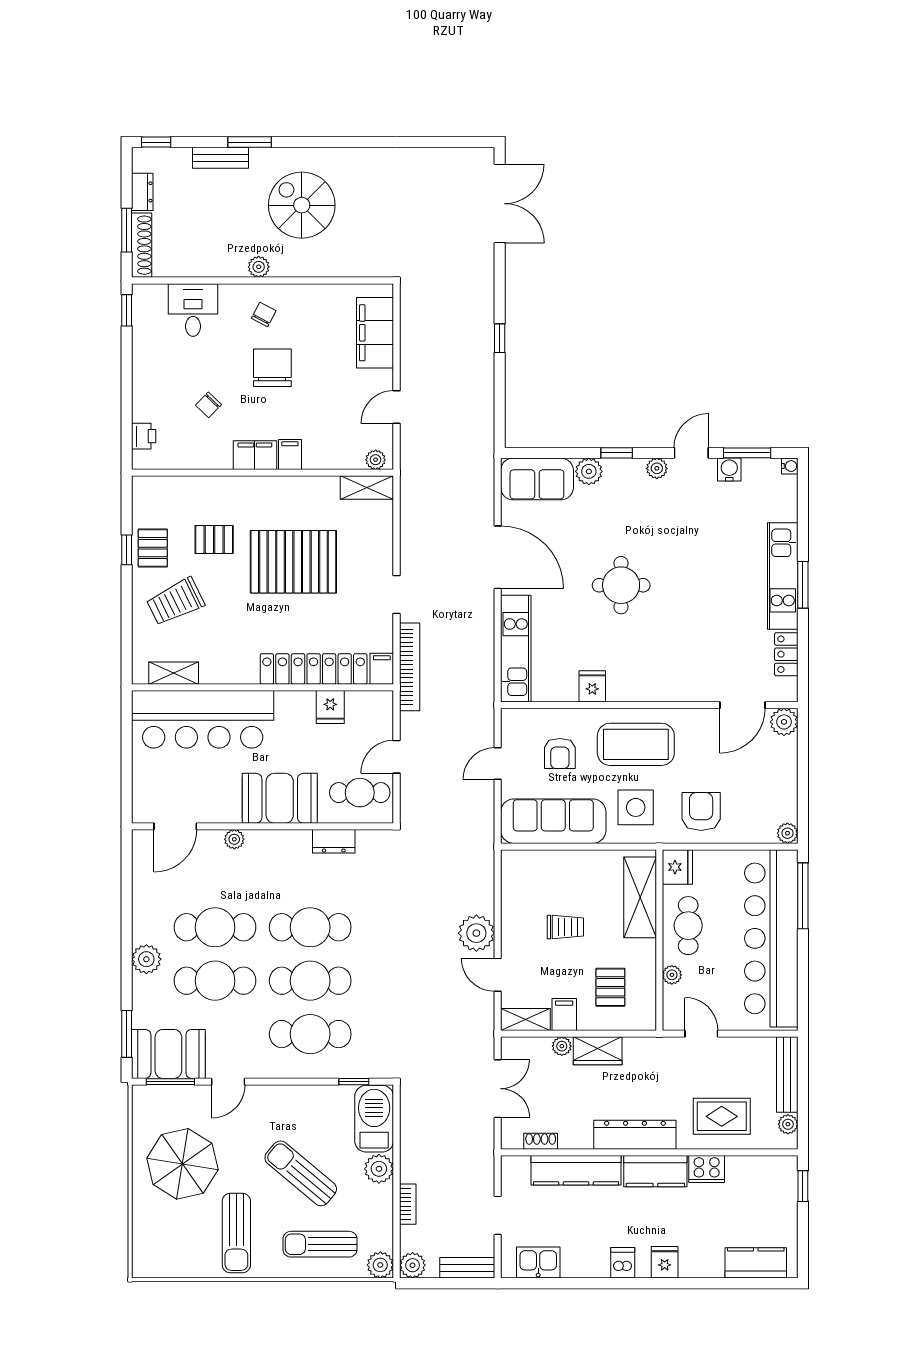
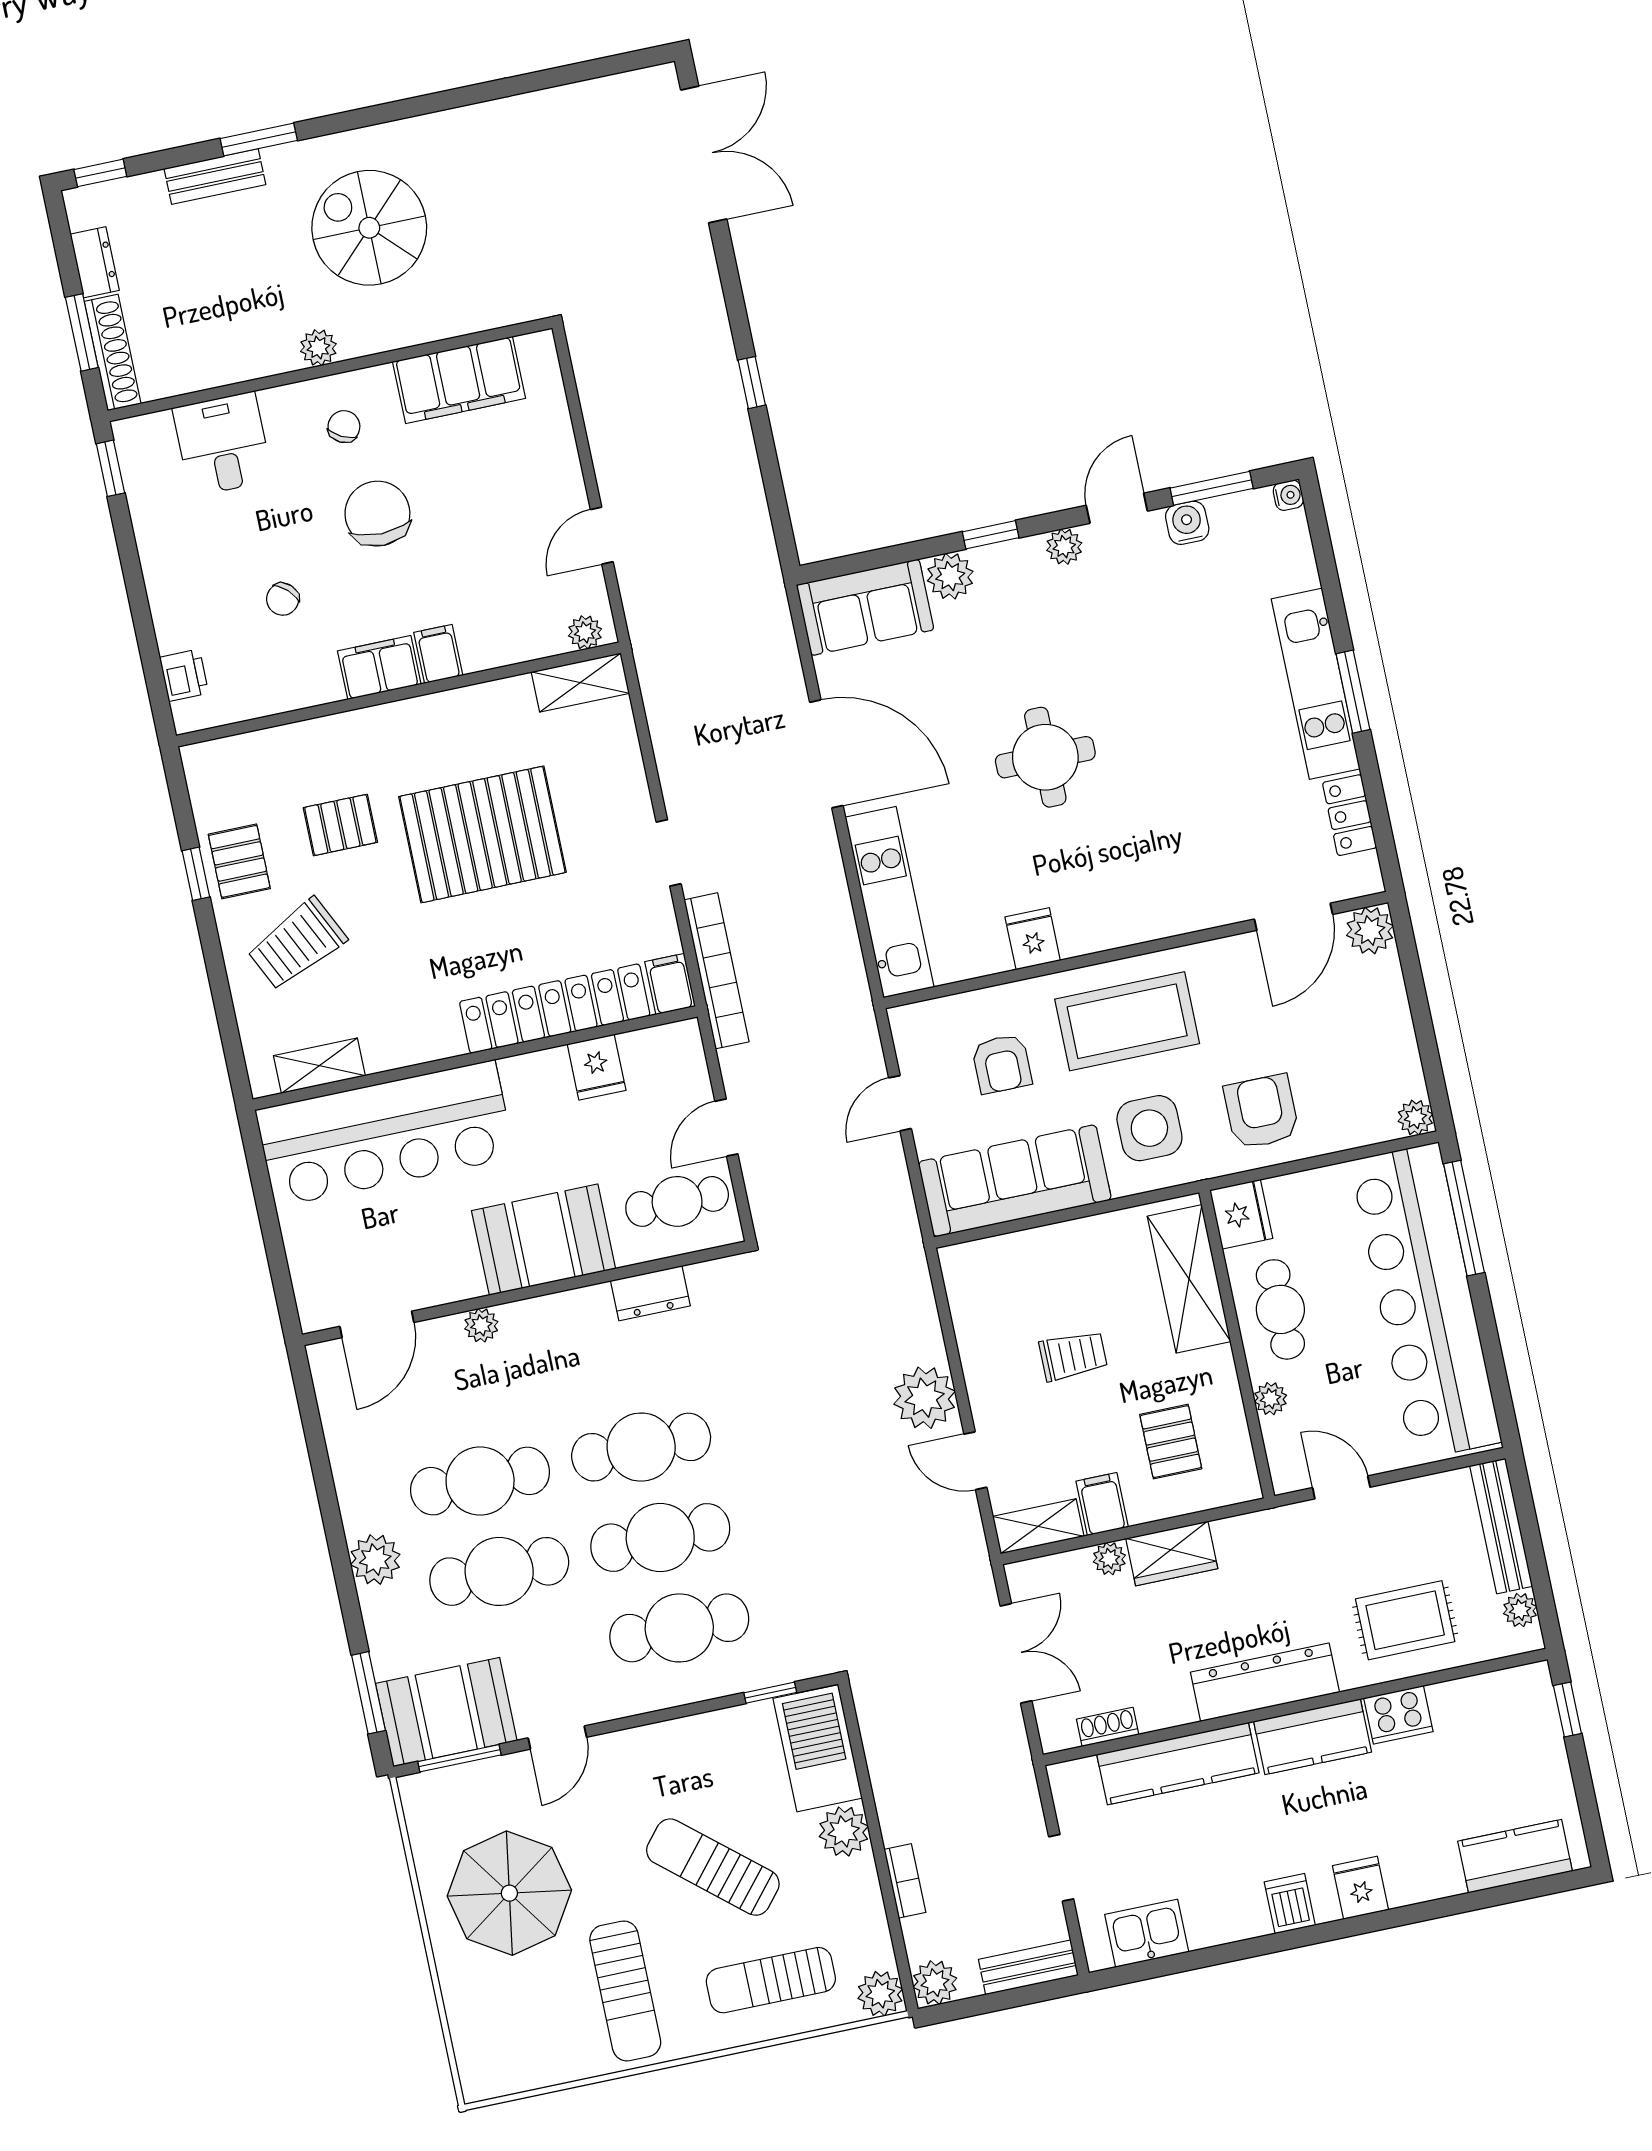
filing cabinet: (375, 333) -> (459, 380), moved, turned -90

